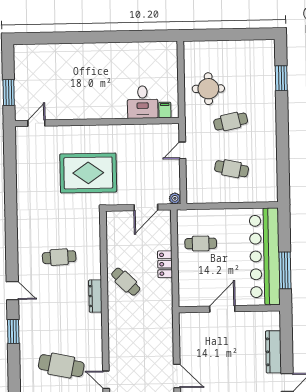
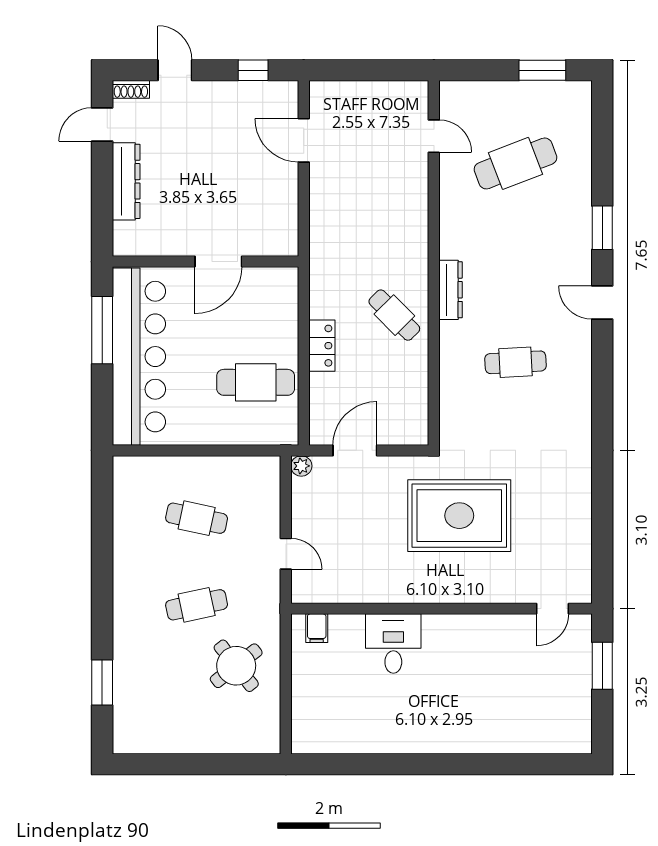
round table: (208, 89) -> (236, 666), turned -38
desk: (143, 102) -> (393, 644), moved
door: (182, 150) -> (286, 554), hinge flipped
cafe table: (201, 243) -> (256, 382), width x1.37, depth x1.35
cafe table: (61, 366) -> (516, 163), turned -33

